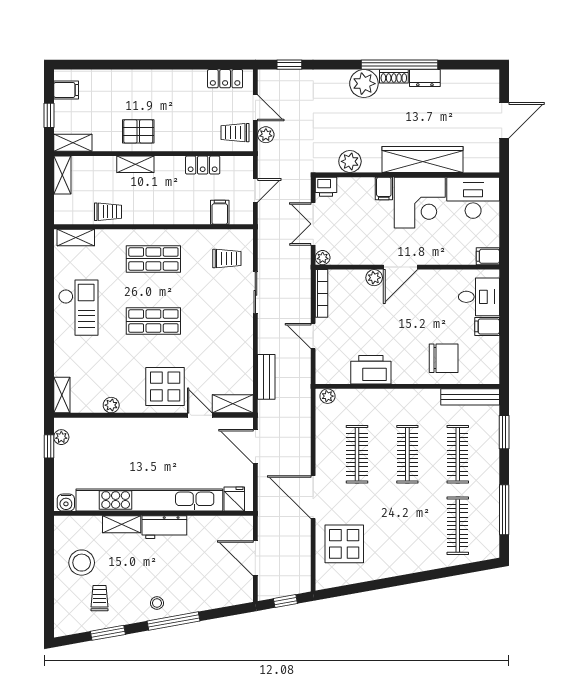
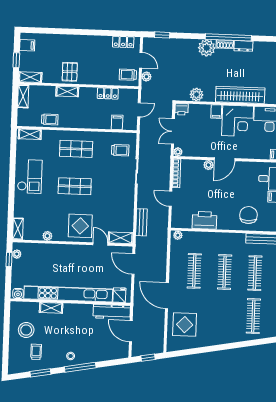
pallet: (138, 131) -> (70, 72), turned 90
chair: (444, 358) -> (248, 215), turned -90
workbench: (164, 527) -> (112, 312), moved, width x1.38

